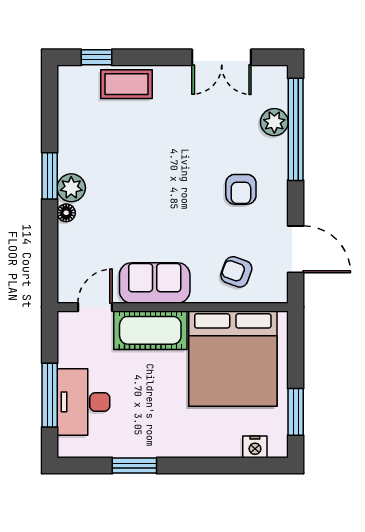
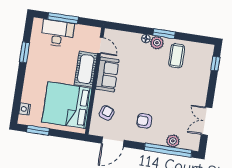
coffee table: (126, 84) -> (177, 56), moved

